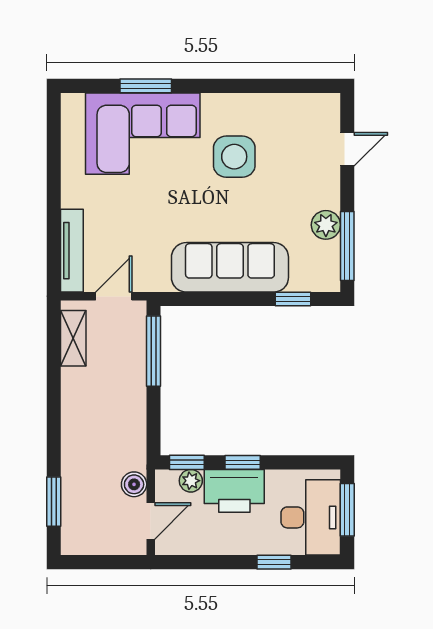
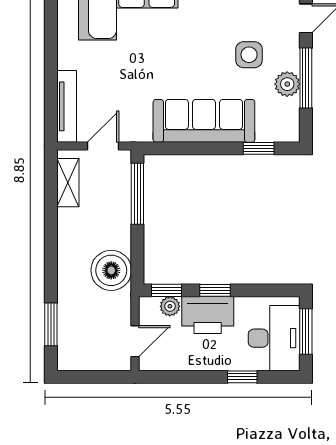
side table: (234, 157) -> (249, 55), moved, width x0.73, depth x0.73
window: (347, 246) -> (306, 78), moved
boiler: (134, 484) -> (111, 270), moved, width x1.86, depth x1.86

